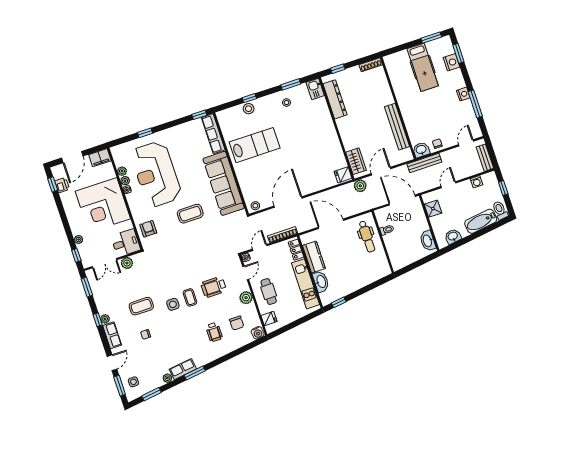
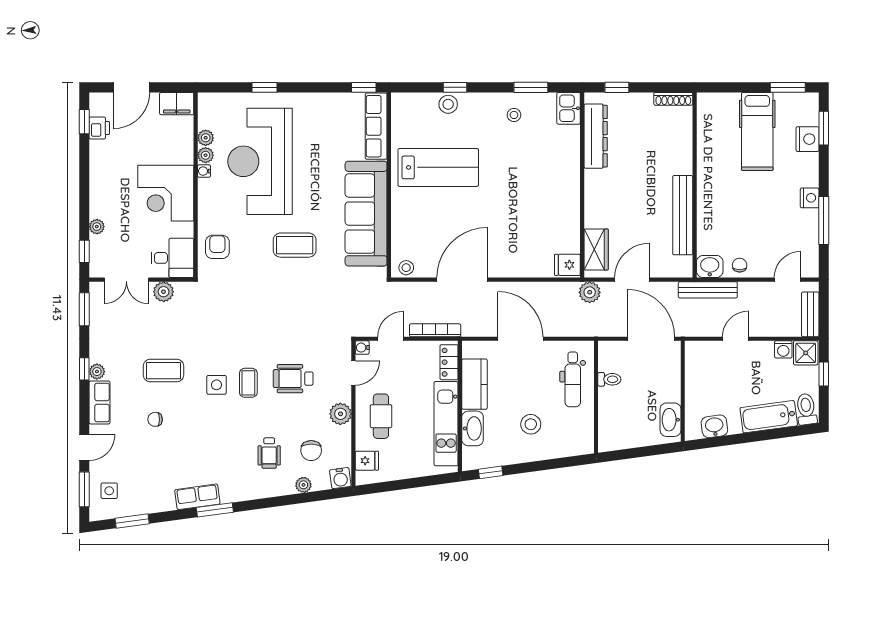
corner desk: (103, 205) -> (166, 193), width x0.74, depth x0.74
shower: (433, 209) -> (806, 353), moved
stool: (352, 269) -> (531, 424), added
plant: (167, 378) -> (303, 485), moved

